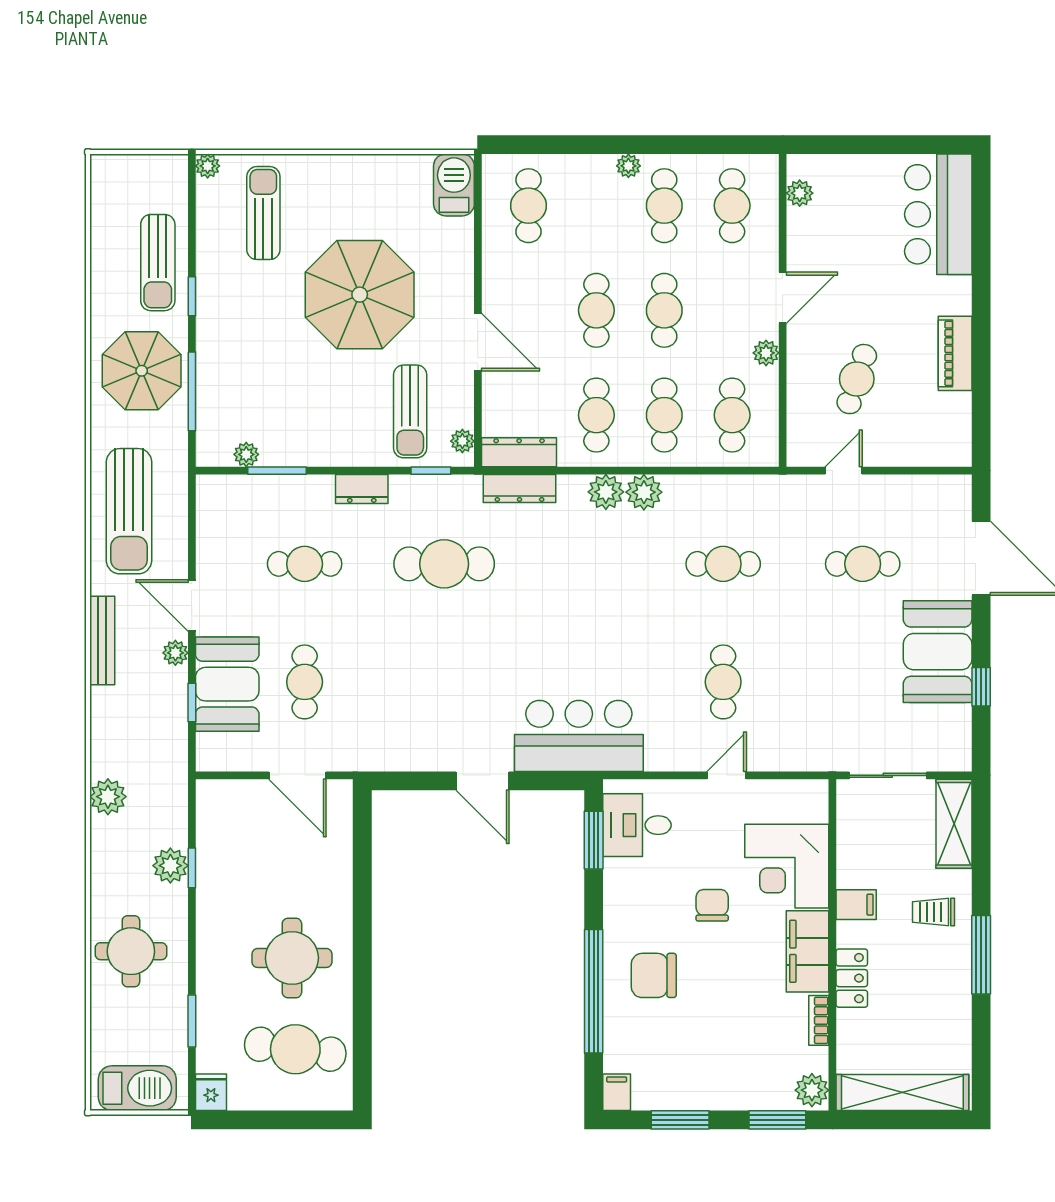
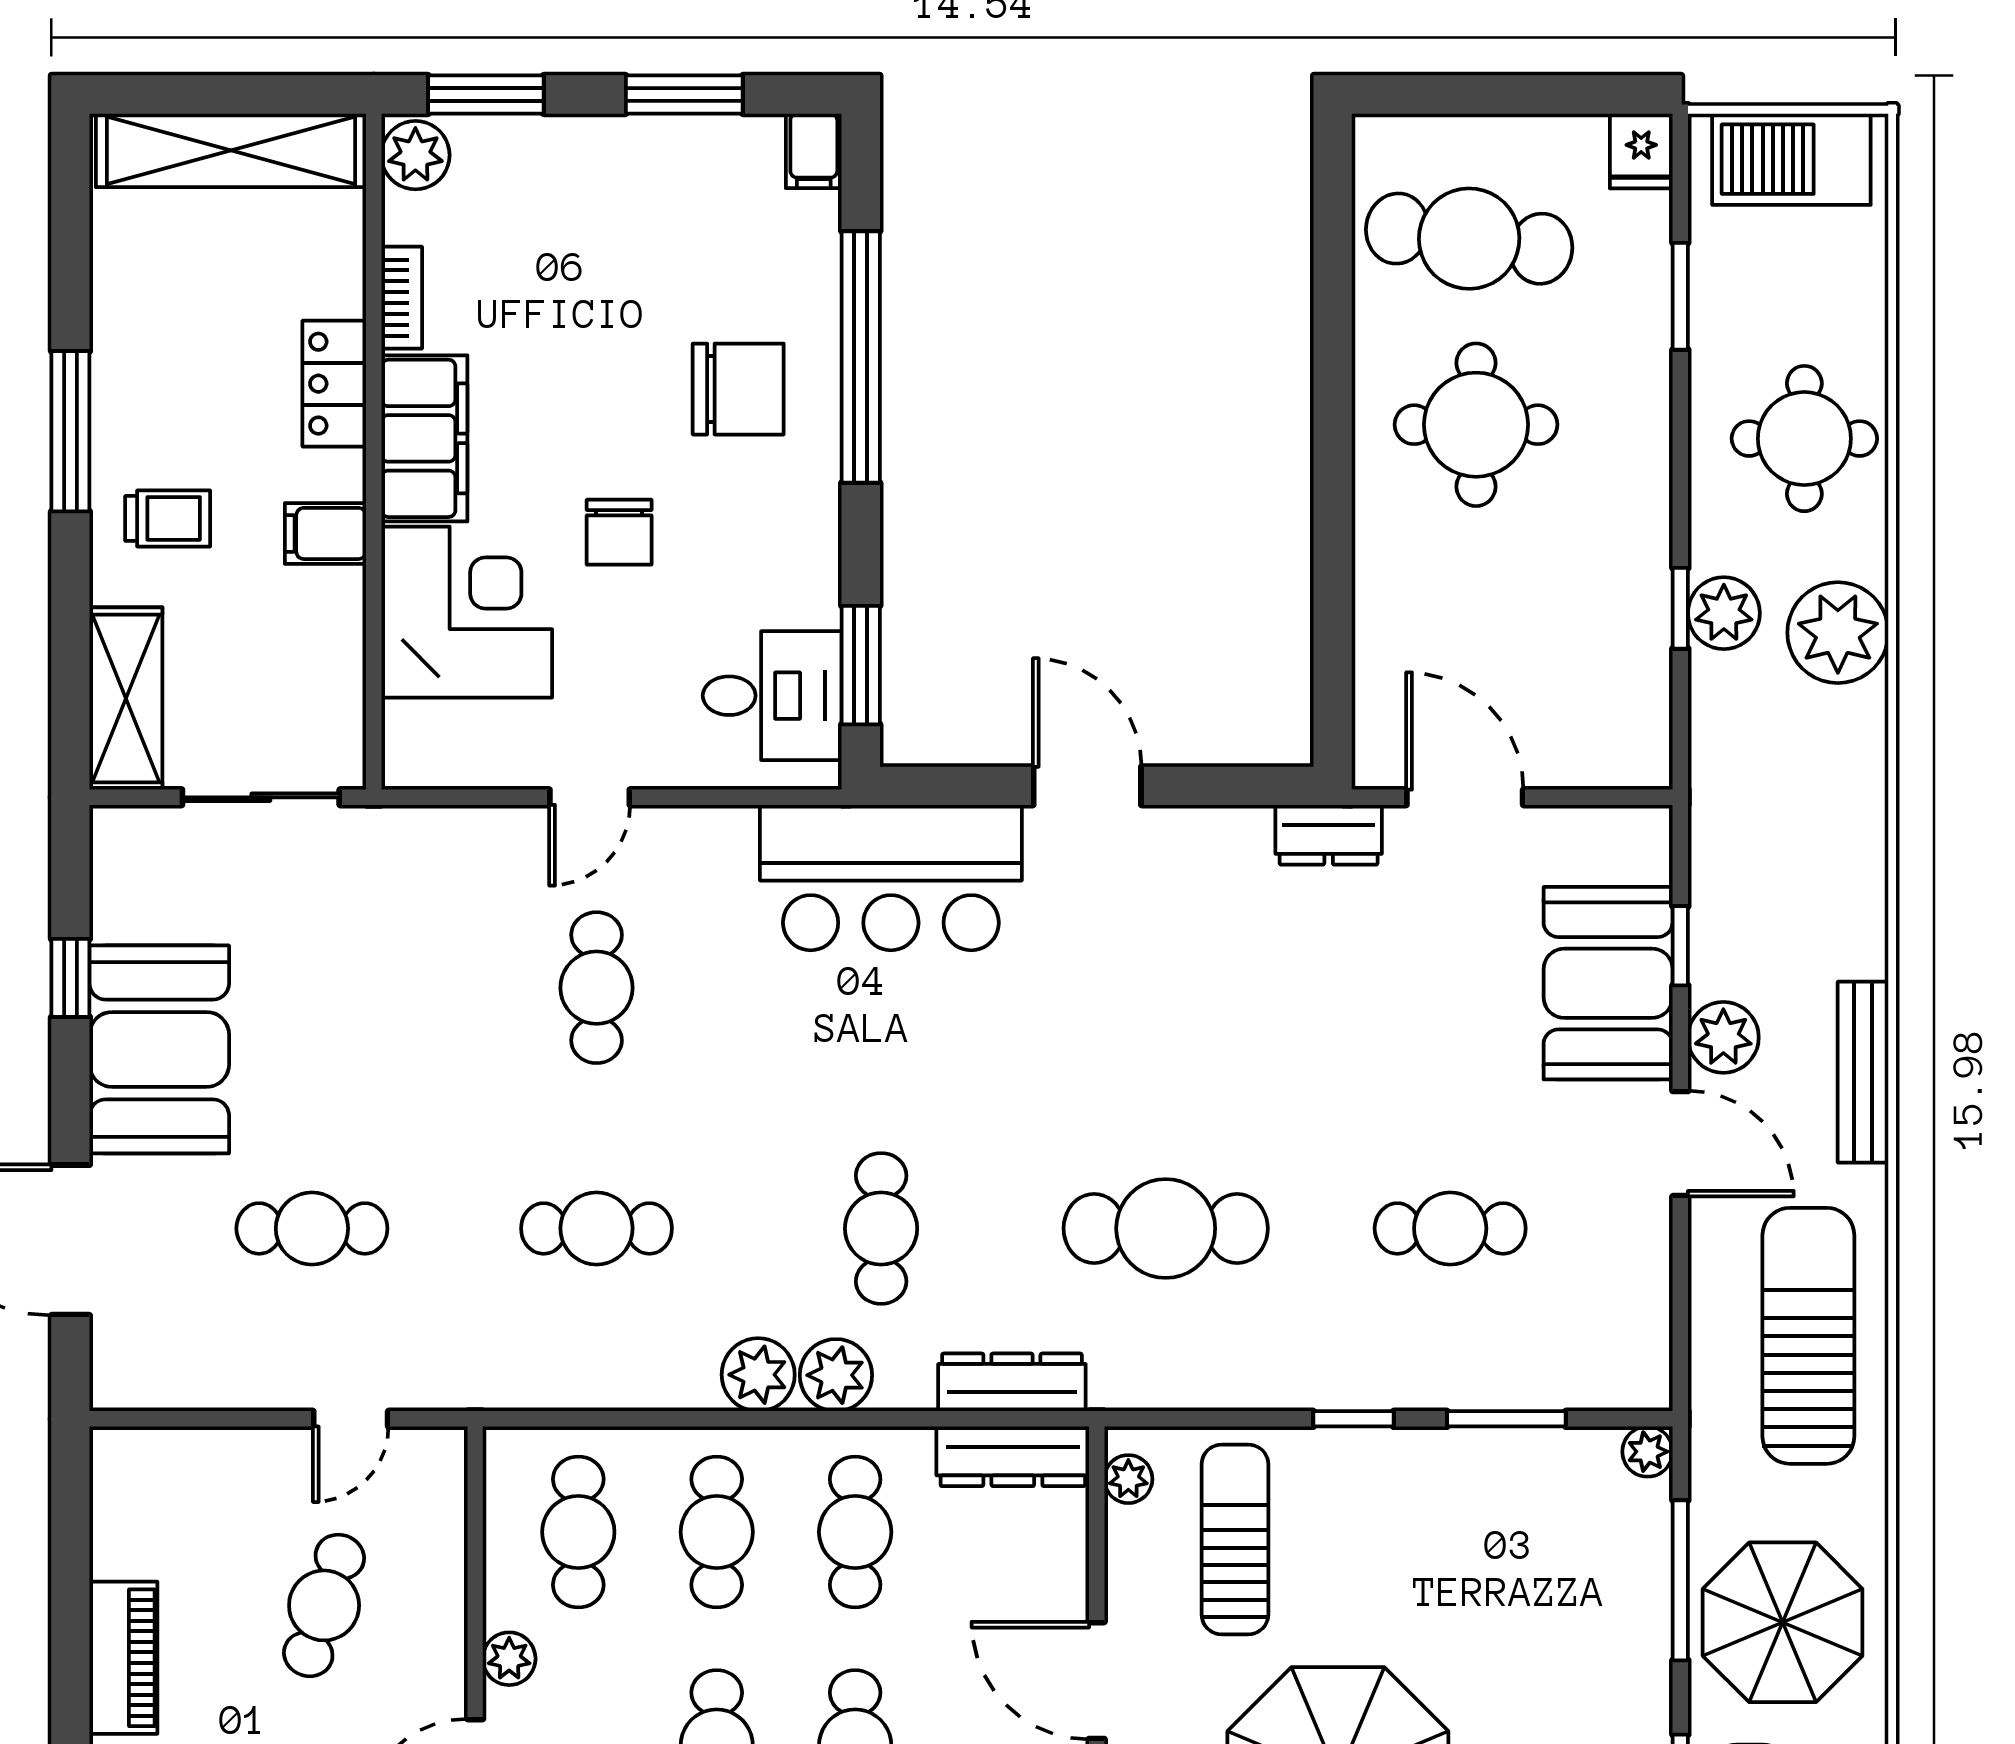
plant: (246, 454) -> (1648, 1452), moved
window: (431, 471) -> (1353, 1419), moved
dresser: (362, 489) -> (1329, 835), moved, turned 180
plant: (175, 653) -> (1723, 1037), width x1.38, depth x1.38
cafe table: (305, 682) -> (881, 1228), moved
plant: (108, 797) -> (1838, 633), moved, width x1.36, depth x1.36

